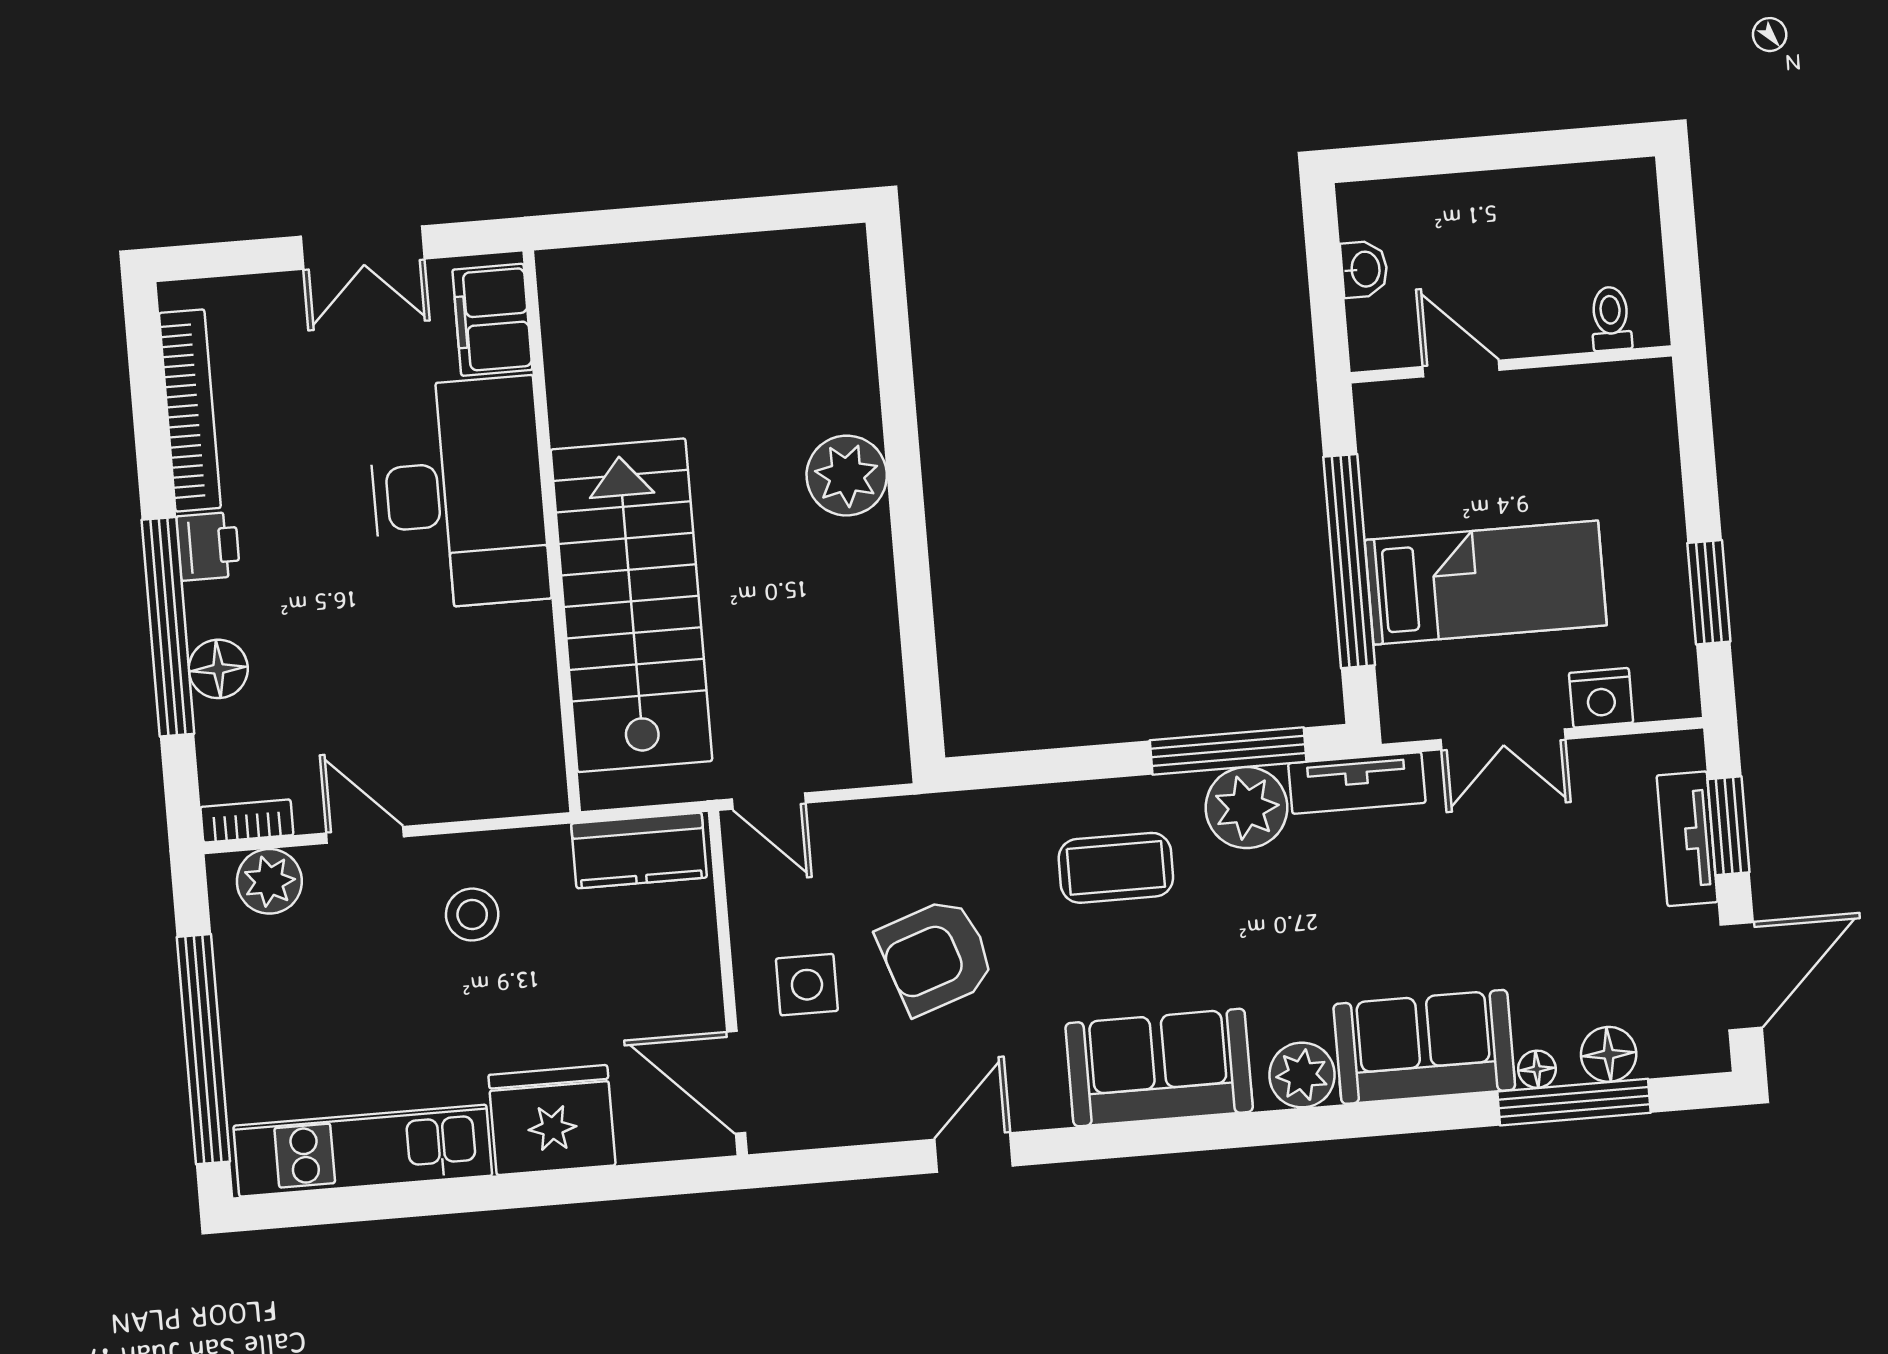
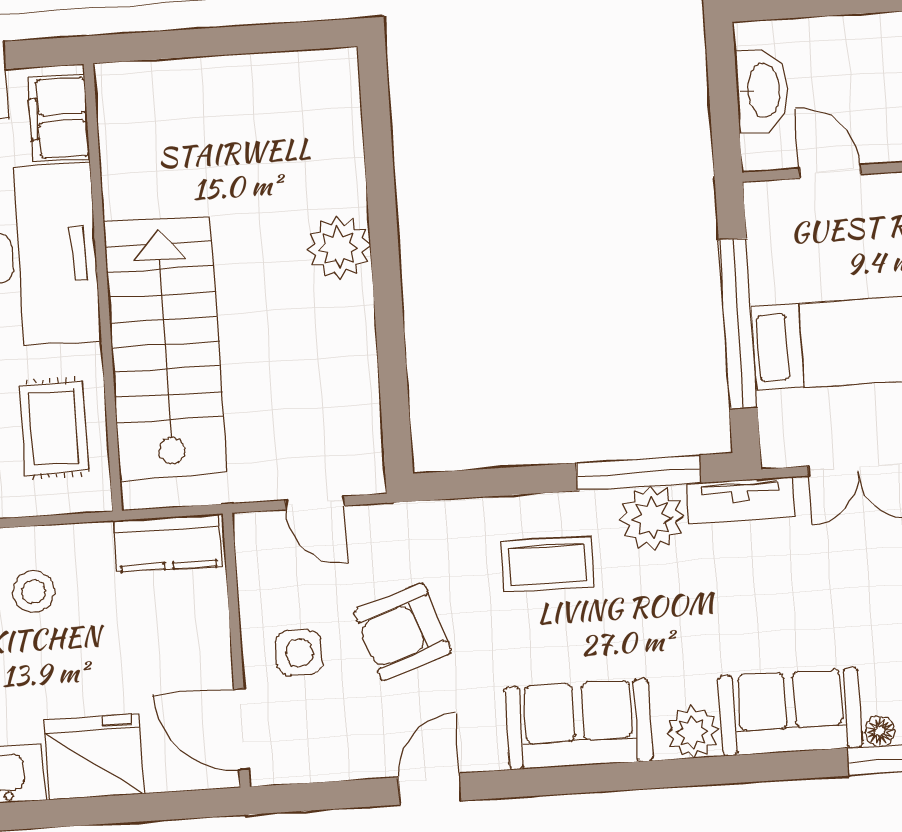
washbasin: (1364, 269) -> (762, 90), width x1.91, depth x1.45
rug: (493, 709) -> (54, 428), added
door: (769, 801) -> (315, 503), moved

